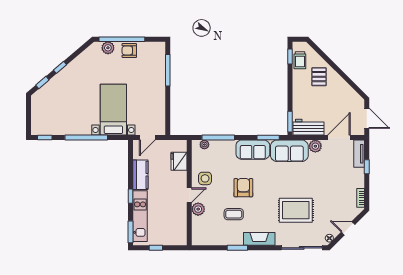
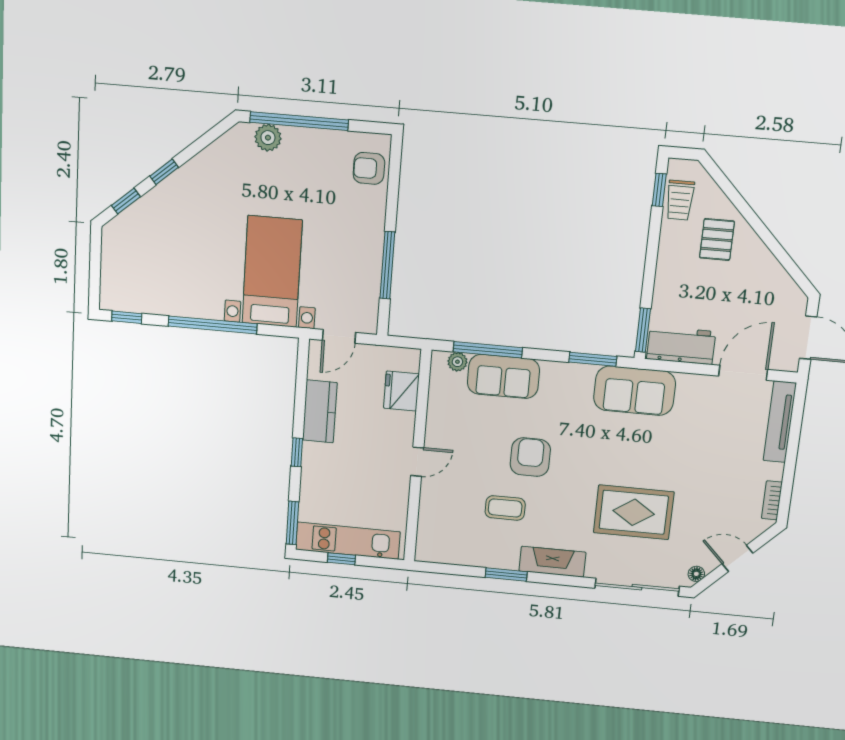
armchair: (129, 50) -> (369, 168), moved
window: (168, 70) -> (387, 265), moved
plant: (315, 146) -> (691, 386), removed
sofa: (253, 150) -> (503, 376), moved
tv unit: (359, 154) -> (780, 422), width x1.41
window: (367, 167) -> (794, 439), removed
side table: (205, 178) -> (453, 431), removed
plant: (198, 209) -> (433, 491), removed
kitchen unit: (140, 216) -> (348, 541), moved, turned -90

